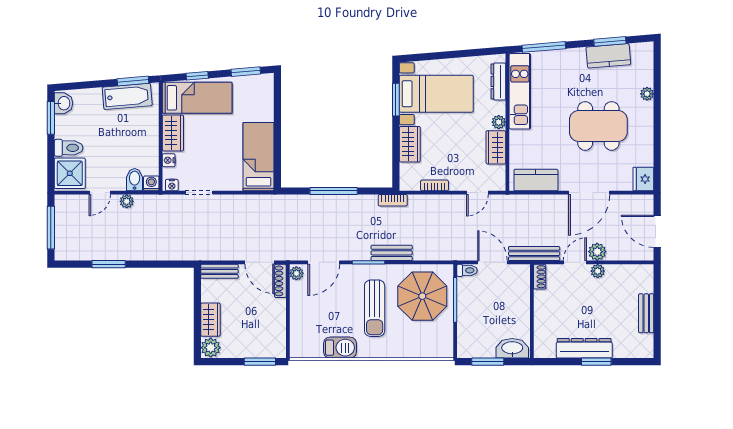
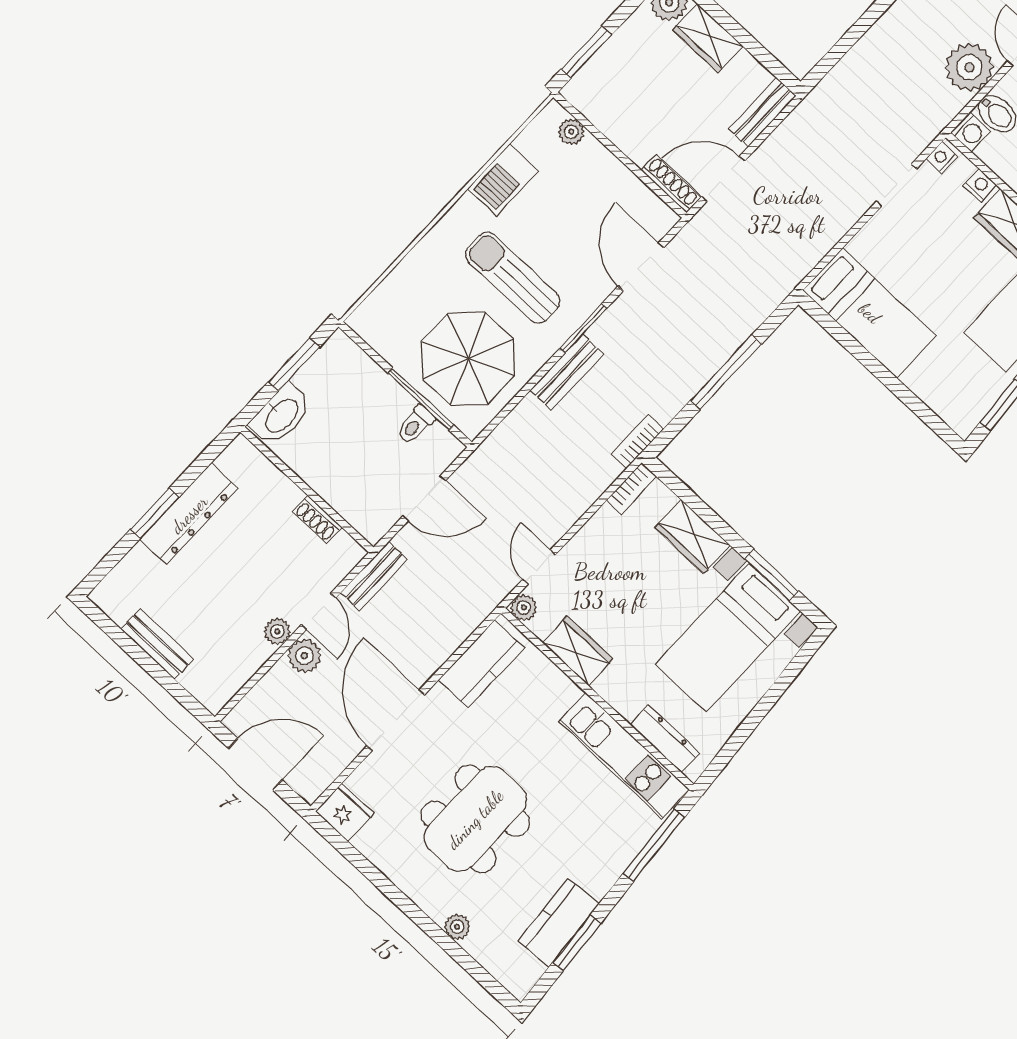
plant: (499, 122) -> (524, 607), moved
bookcase: (434, 185) -> (632, 488), moved
plant: (127, 201) -> (969, 67), width x1.88, depth x1.88
bench: (534, 254) -> (374, 576), width x0.73
toilet: (467, 270) -> (415, 424), moved
plant: (296, 273) -> (571, 132), moved
shoe rack: (540, 277) -> (317, 519), moved

